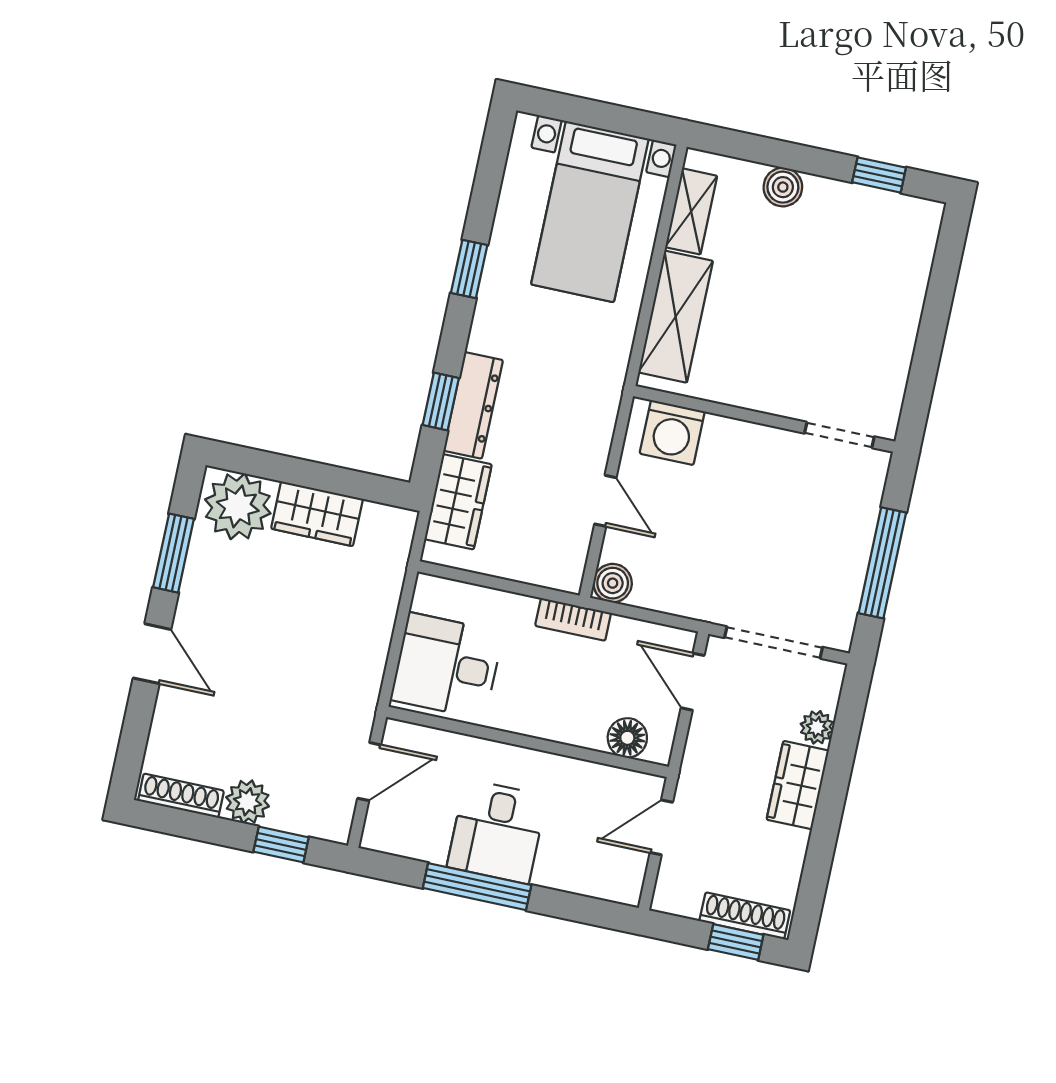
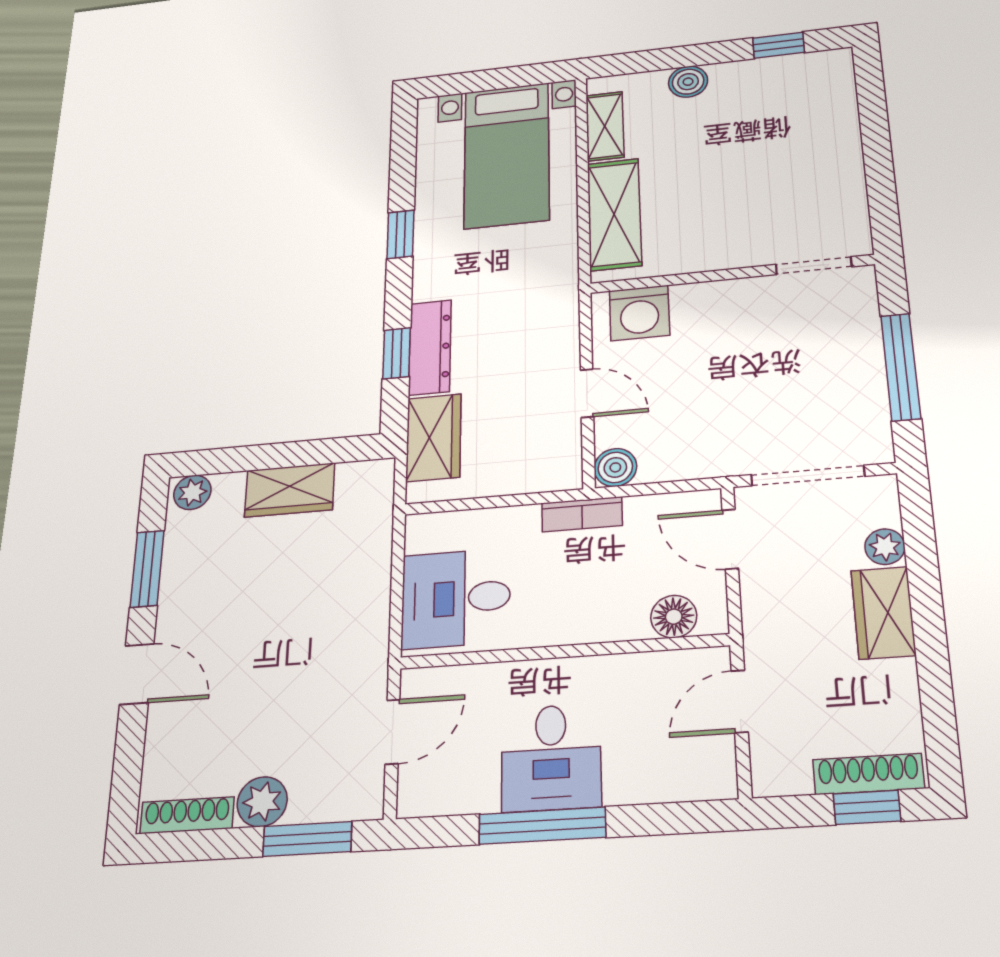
plant: (238, 506) -> (192, 492), width x0.53, depth x0.53
window: (281, 844) -> (307, 839), width x1.50

